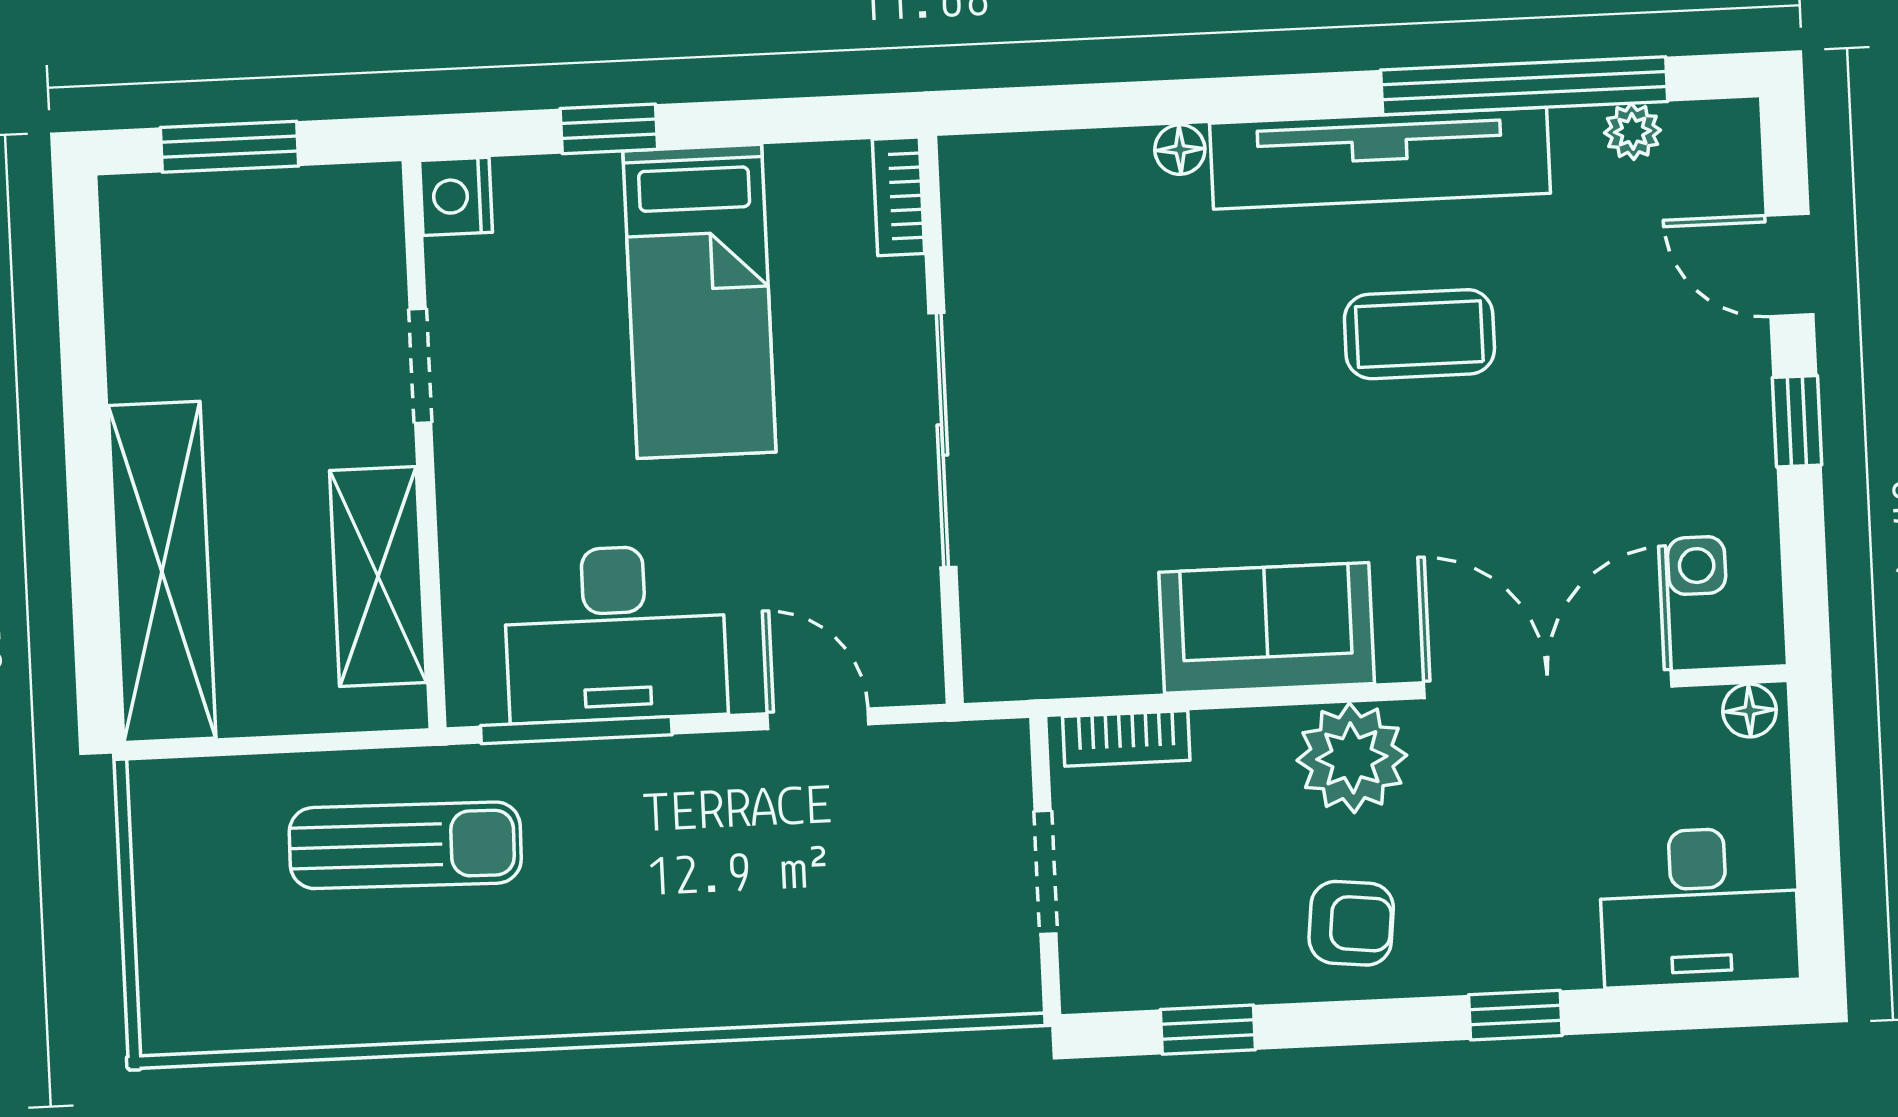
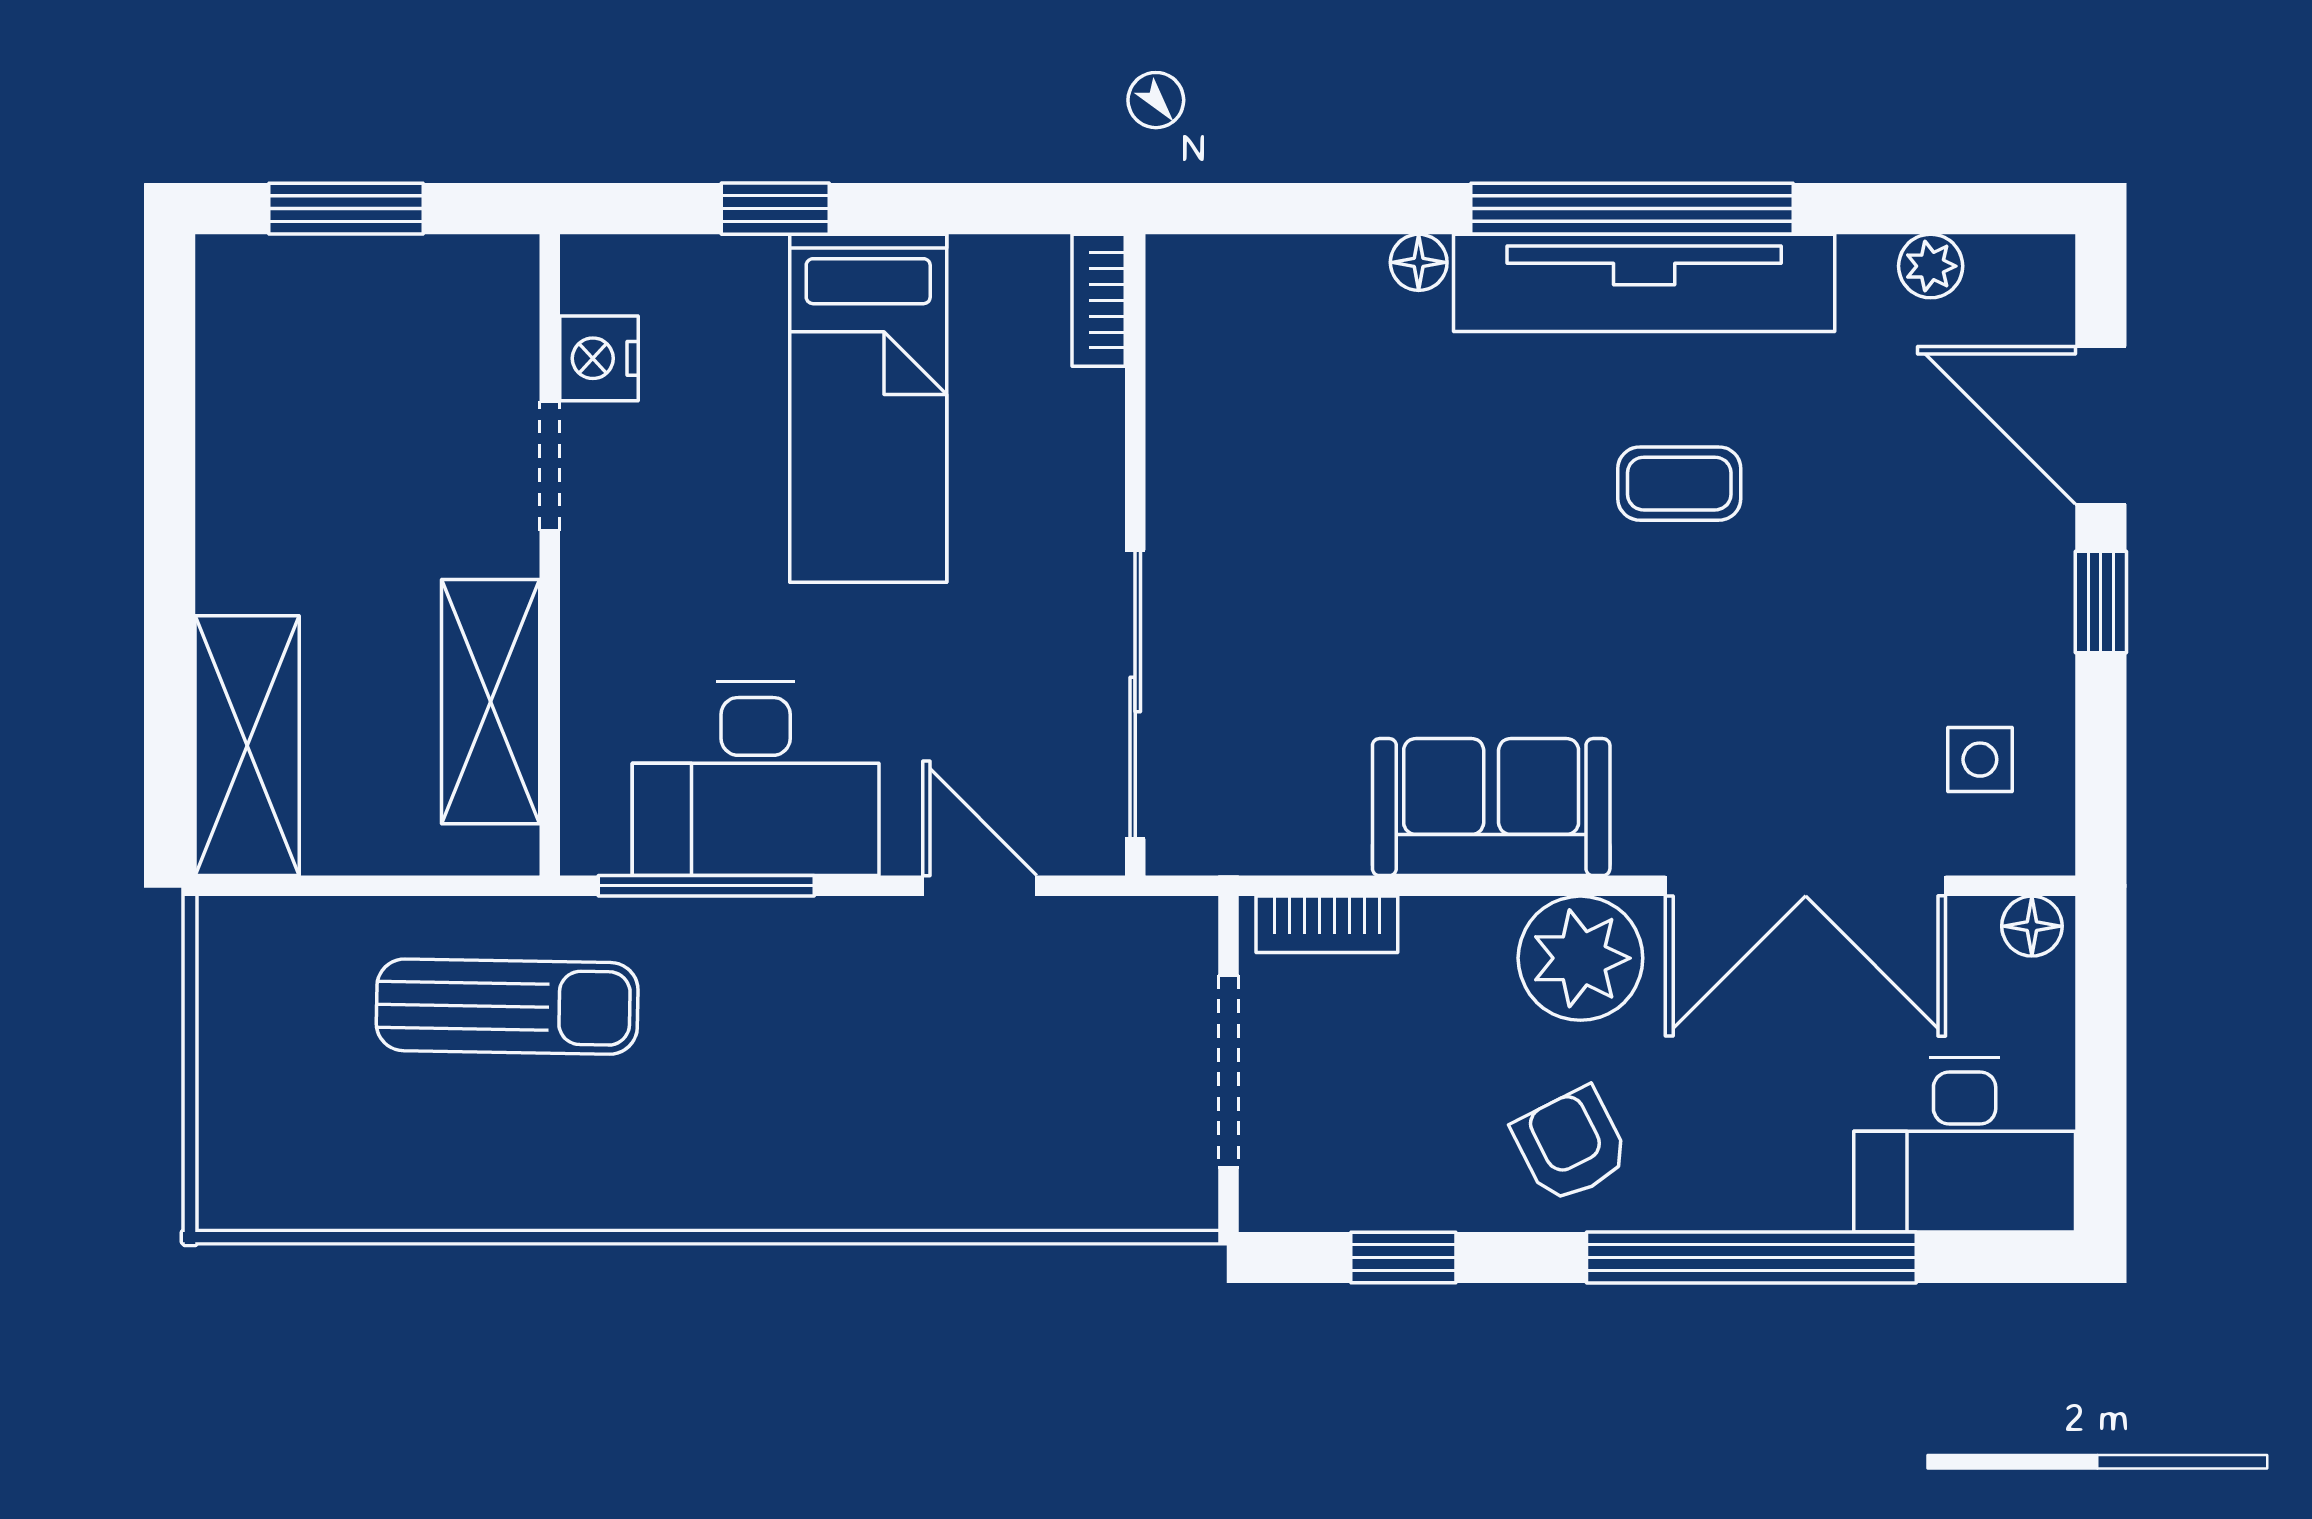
window: (1524, 86) -> (1632, 209), moved
nightstand: (456, 196) -> (599, 358), moved
door: (1790, 265) -> (2101, 425), width x1.38
coffee table: (1419, 334) -> (1679, 484), width x0.73, depth x0.77
sliding door: (942, 440) -> (1135, 695), moved
shelving: (162, 572) -> (247, 746), width x0.68
double door: (1548, 684) -> (1806, 886), swing flipped
doorway: (1046, 872) -> (1229, 1071), width x1.38
armchair: (1351, 923) -> (1571, 1145), turned -123
window: (1515, 1015) -> (1751, 1257), width x3.17

